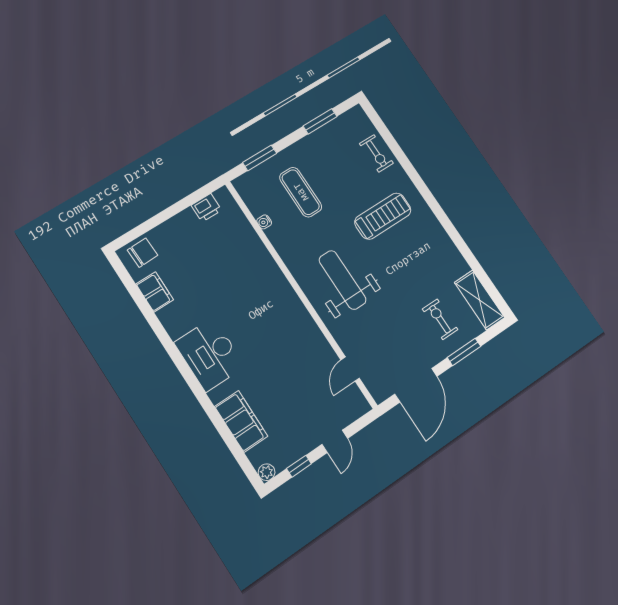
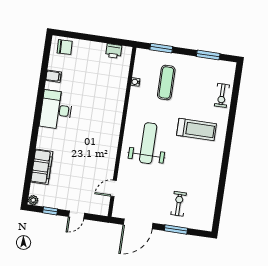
filing cabinet: (155, 292) -> (54, 76), width x0.50
shelving: (480, 300) -> (207, 212), removed
desk: (210, 355) -> (56, 110), moved

